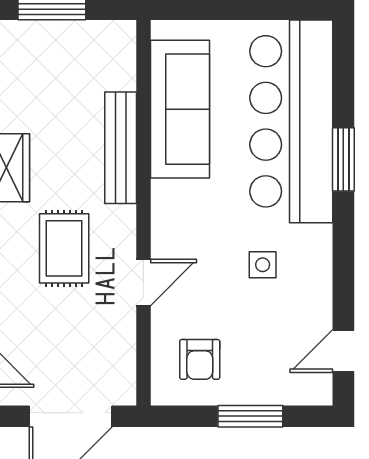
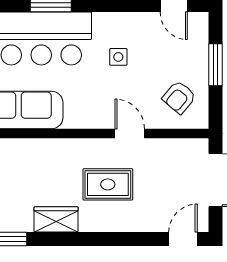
bench: (121, 148) -> (43, 148), removed
armchair: (200, 359) -> (179, 97), turned 130

